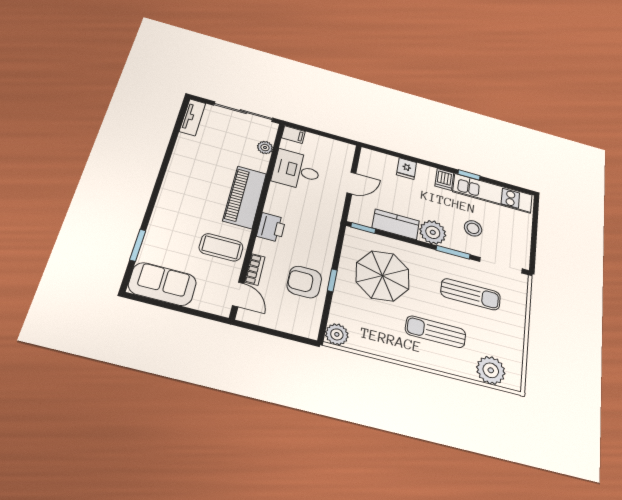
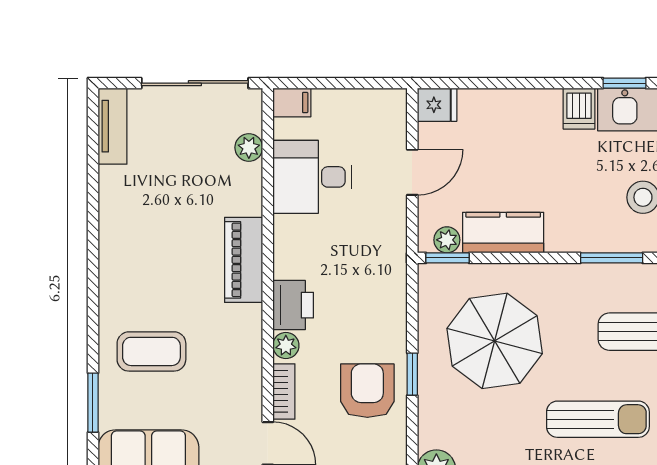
fridge: (407, 169) -> (437, 105), moved, turned -90
piano: (245, 197) -> (244, 260), width x0.73, depth x0.75
plant: (433, 232) -> (447, 240), moved, width x0.53, depth x0.53
plant: (262, 246) -> (286, 346), added
coffee table: (221, 247) -> (151, 351), moved
armchair: (304, 282) -> (367, 391), turned 90
sun lounger: (436, 332) -> (598, 419), turned 180

